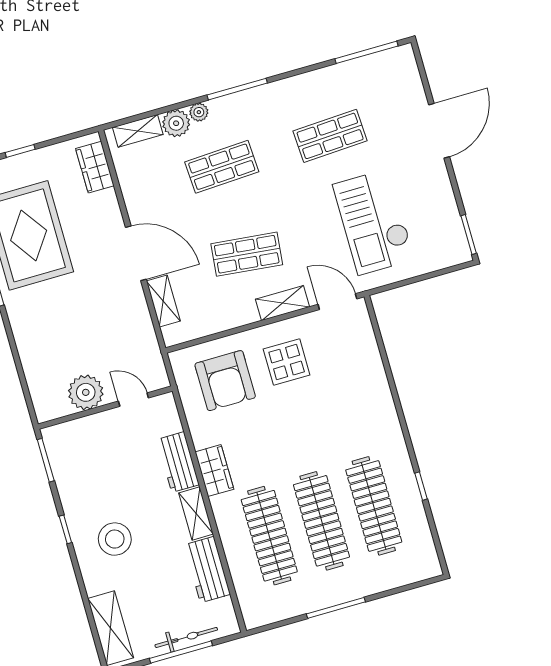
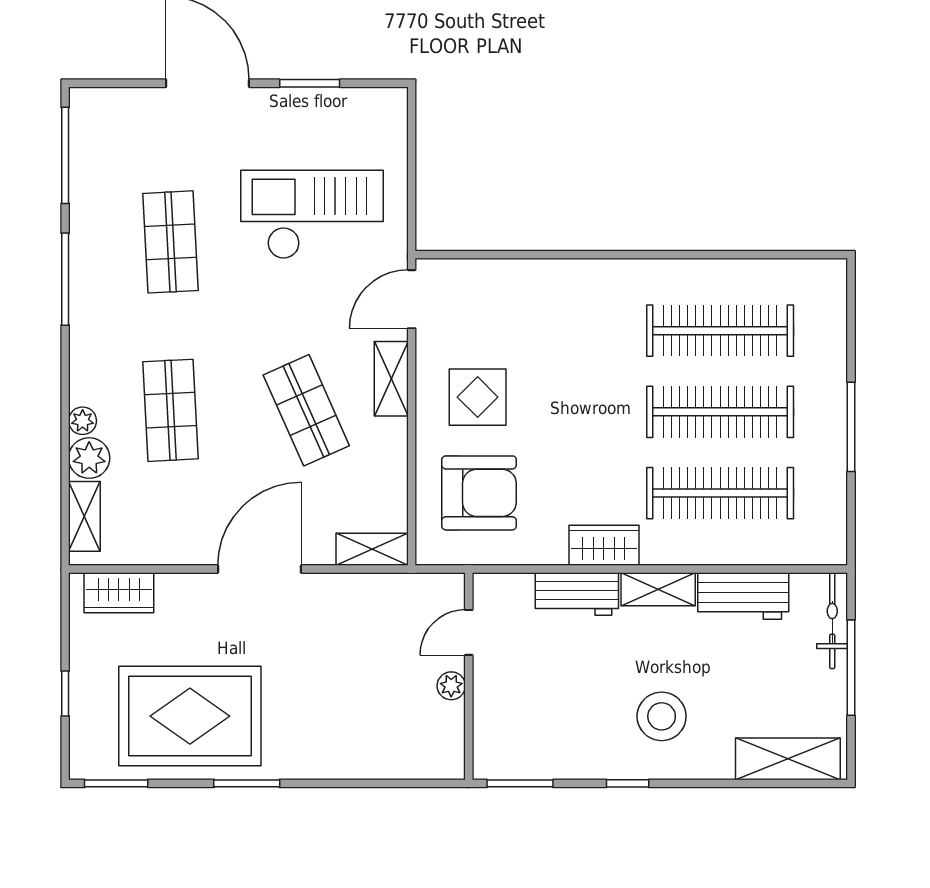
window: (237, 89) -> (65, 279), moved
checkout: (374, 222) -> (312, 215), turned 180
window: (469, 234) -> (310, 83), moved
shop shelf: (247, 254) -> (306, 410), turned -30
shelving: (163, 301) -> (372, 549), moved
plant: (86, 392) -> (451, 686), width x0.53, depth x0.53
window: (421, 486) -> (711, 255), removed
bicycle: (186, 637) -> (832, 621), moved

